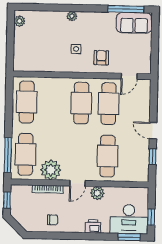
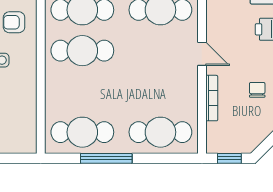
window: (8, 155) -> (106, 158), moved
plant: (51, 170) -> (183, 94), removed
plant: (97, 193) -> (216, 24), removed

